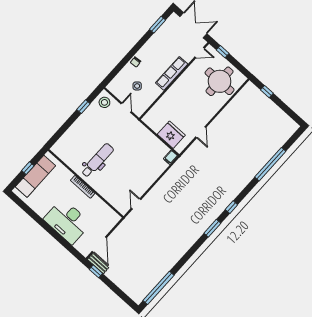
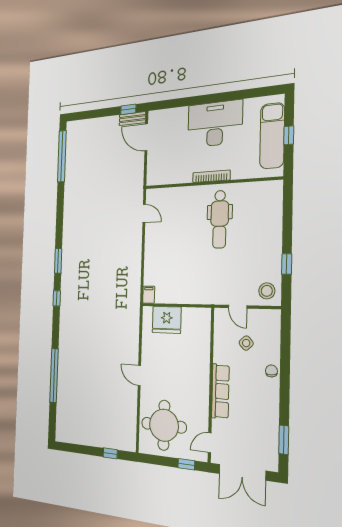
door: (201, 132) -> (139, 375), moved
desk: (67, 221) -> (215, 124), moved

